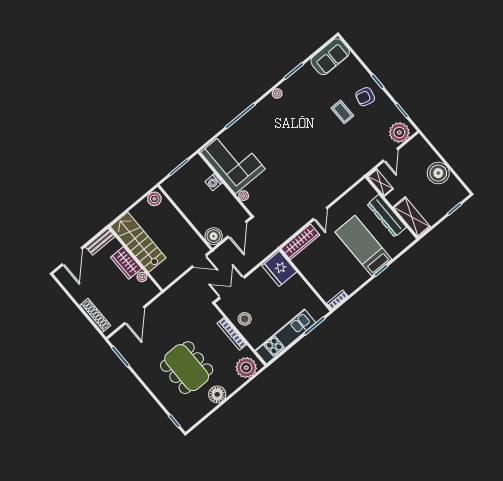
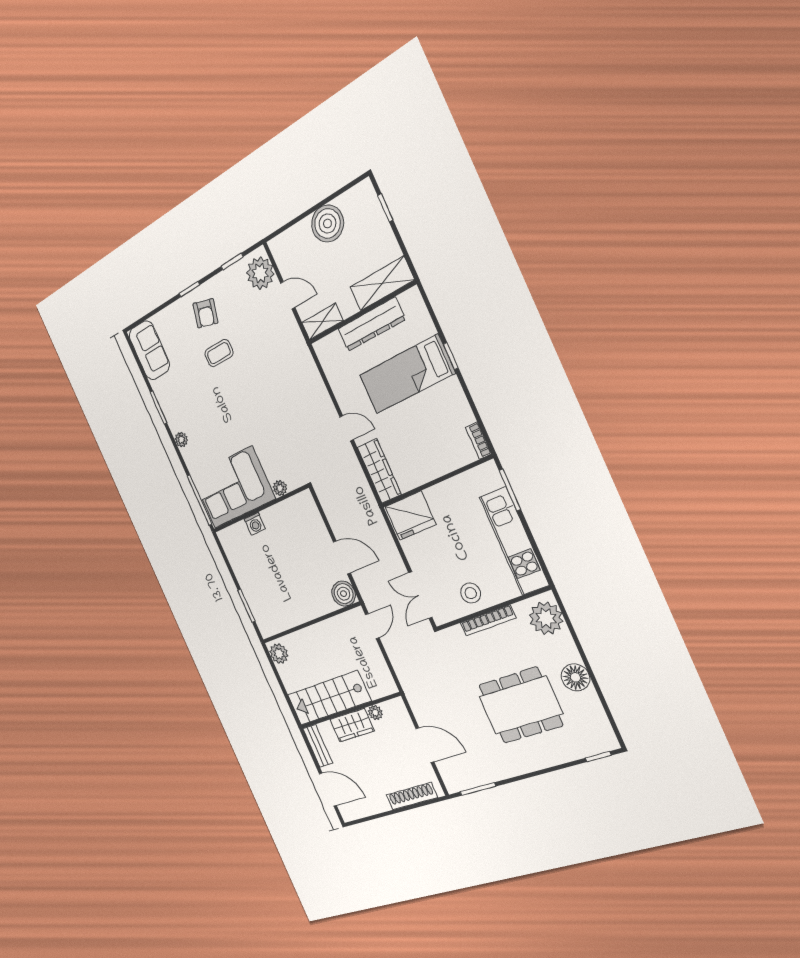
corner sofa: (233, 161) -> (233, 488), moved
washing machine: (214, 182) -> (255, 524), moved
wall: (225, 184) -> (260, 509), moved
plant: (244, 196) -> (280, 488), moved

